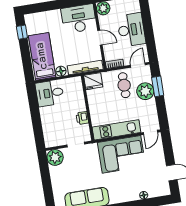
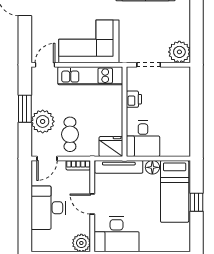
window: (22, 32) -> (196, 202), moved
window: (158, 86) -> (25, 109), moved
desk: (50, 93) -> (143, 139), moved, turned 90

